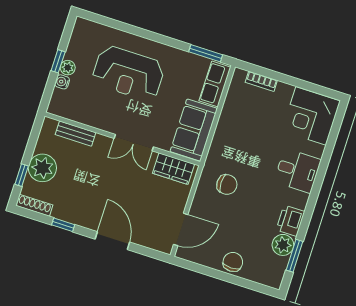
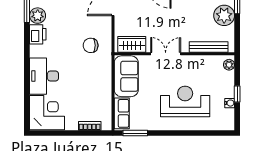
plant: (68, 68) -> (229, 65), moved
water cooler: (62, 82) -> (230, 103), moved
bench: (76, 134) -> (209, 47), width x1.36
desk: (298, 171) -> (44, 76), width x1.37

